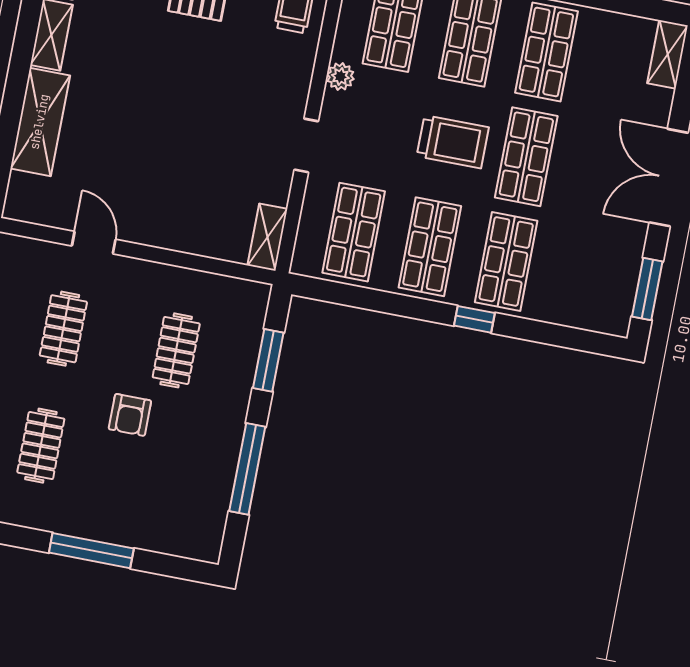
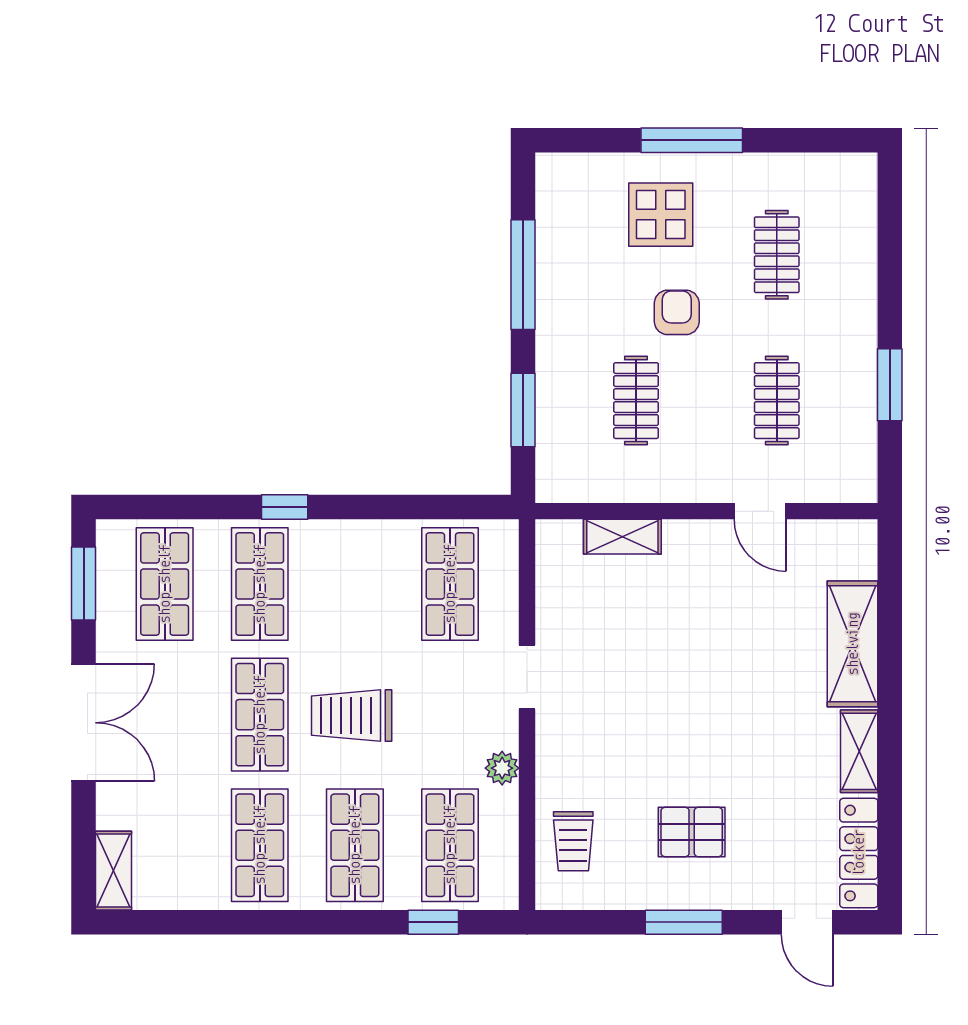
shelving: (267, 237) -> (622, 537), moved, turned 90
shop shelf: (430, 247) -> (165, 584), moved
display table: (128, 496) -> (661, 215), added

